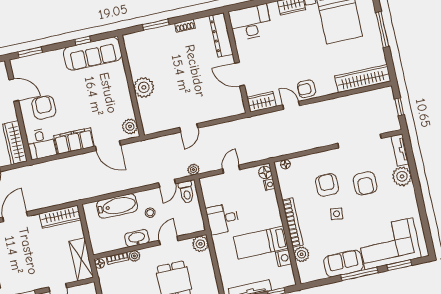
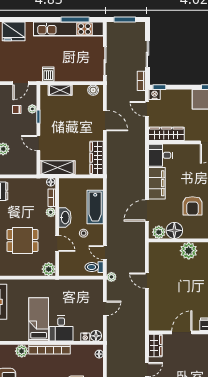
armchair: (44, 107) -> (192, 206), moved, turned 90
floor lamp: (124, 109) -> (174, 230), added
door: (231, 169) -> (105, 308), hinge flipped
desk: (223, 219) -> (61, 329), moved, turned 180
nightstand: (284, 258) -> (22, 335), removed

